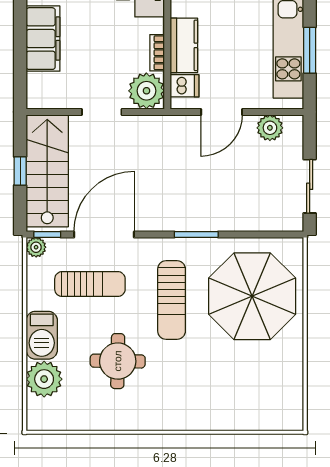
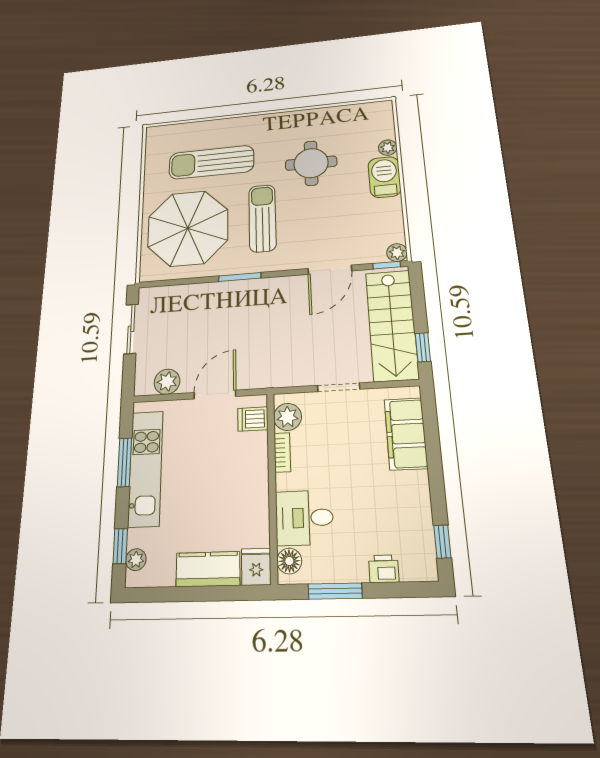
filing cabinet: (43, 39) -> (406, 434), moved
kitchen counter: (184, 45) -> (254, 462), removed
plant: (146, 91) -> (288, 417), width x0.73, depth x0.73
window: (20, 171) -> (423, 347), moved
door: (104, 234) -> (330, 270), width x0.73
sun lounger: (90, 284) -> (211, 162), moved, width x1.36, depth x1.34
plant: (44, 379) -> (388, 148), width x0.53, depth x0.53

